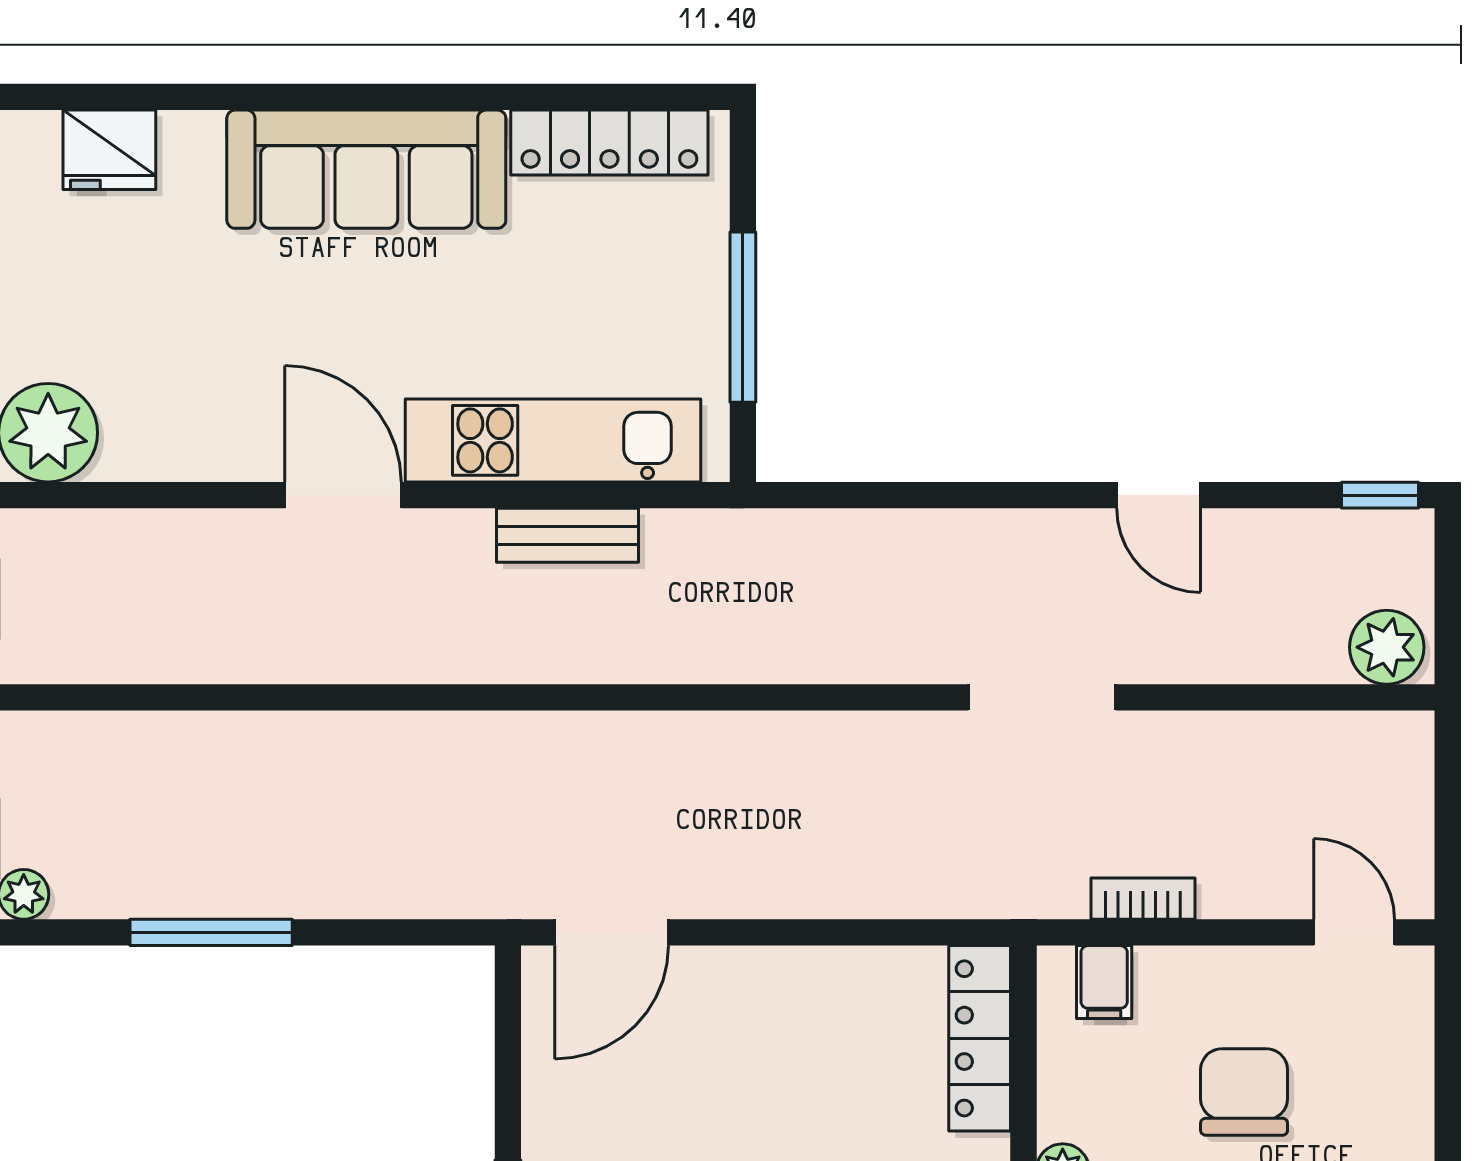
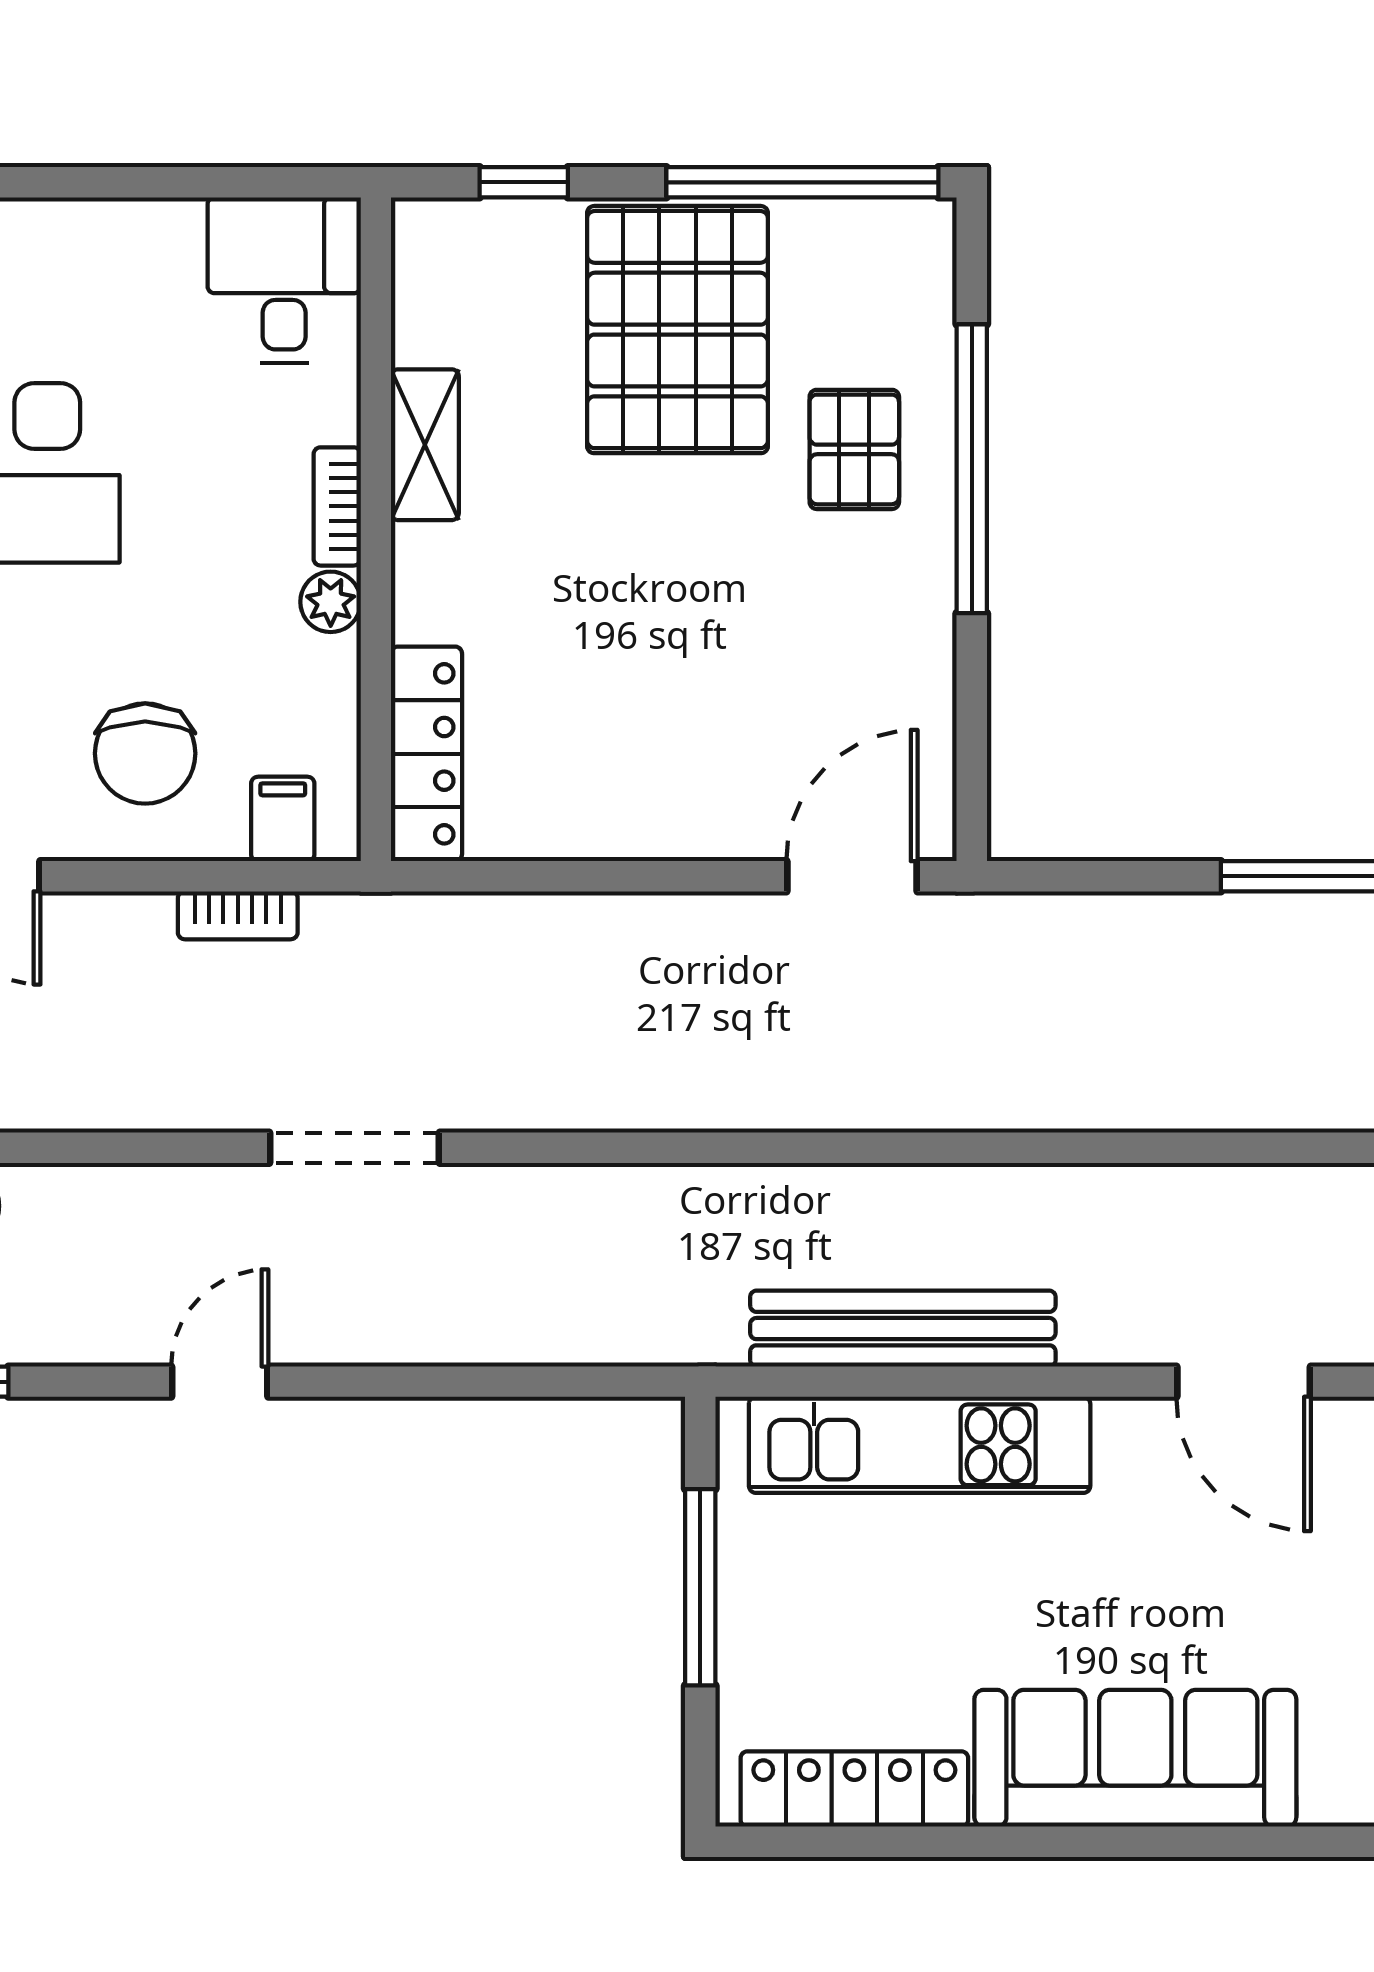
door: (343, 495) -> (1244, 1382), moved
door: (1159, 495) -> (220, 1382), hinge flipped
bench: (567, 535) -> (903, 1329), width x1.86, depth x1.21
chair: (1244, 1092) -> (145, 753), moved

